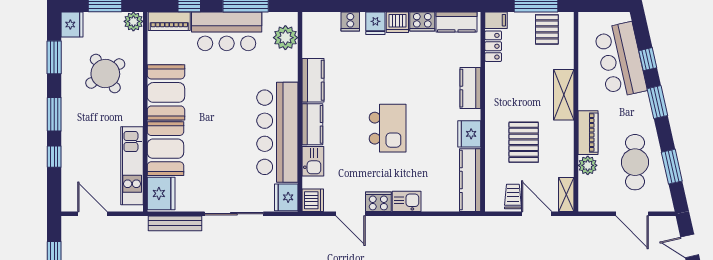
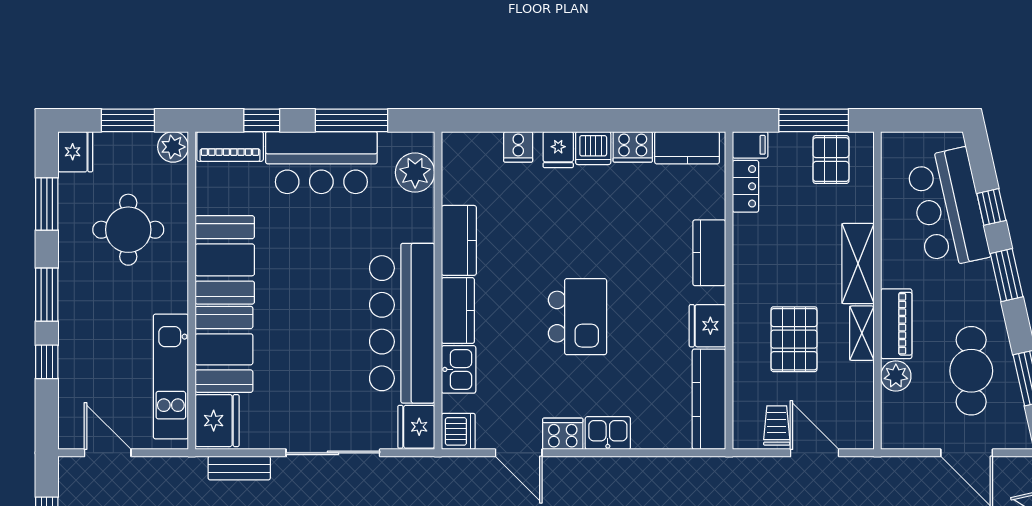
round table: (105, 74) -> (128, 230), turned 34
shelving: (566, 195) -> (862, 333), moved
bench: (175, 223) -> (239, 468), width x0.73

